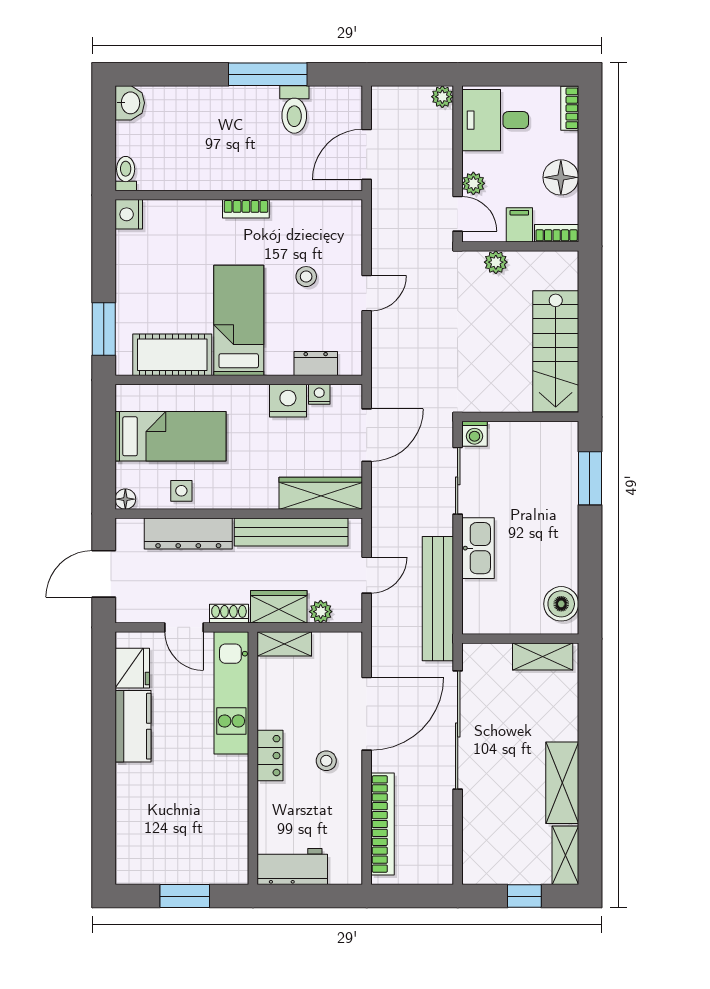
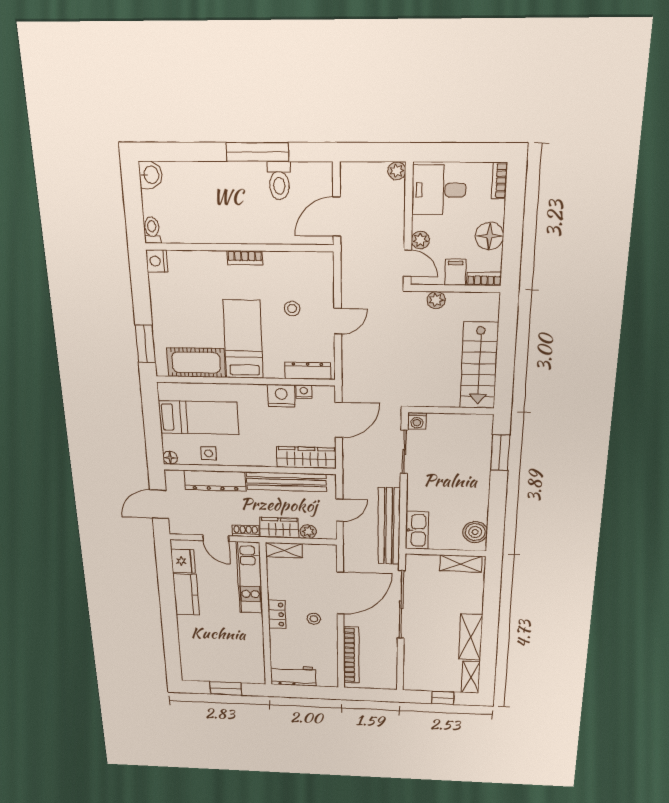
dresser: (316, 364) -> (308, 371), width x1.44
kitchen sink: (478, 548) -> (417, 530), moved

